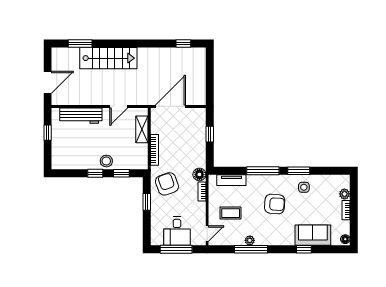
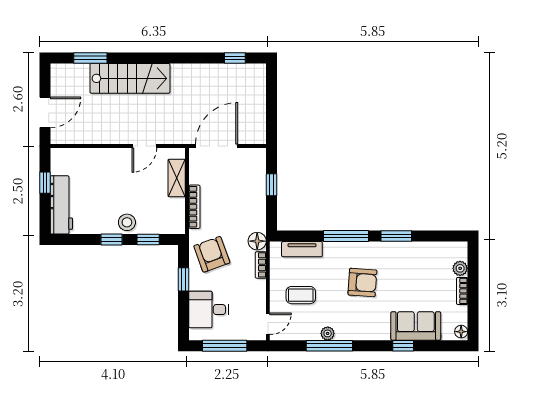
workbench: (81, 116) -> (61, 205), moved, turned -90
side table: (304, 187) -> (403, 259), removed
desk: (177, 231) -> (209, 310), moved, turned 90

